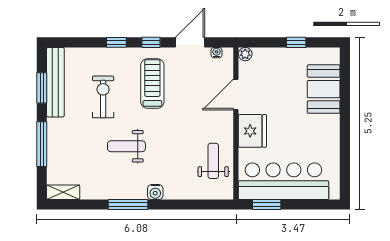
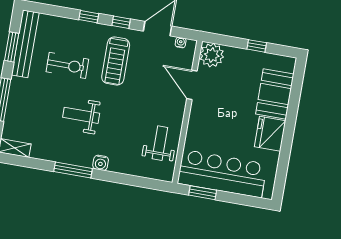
plant: (245, 54) -> (212, 55), width x1.87, depth x1.87
treadmill: (152, 84) -> (116, 61), turned 180
door: (236, 95) -> (192, 85), hinge flipped
exercise bike: (103, 97) -> (67, 65), turned 90
fridge: (252, 131) -> (270, 134), moved, turned 180

